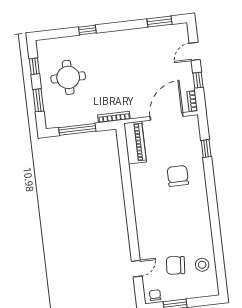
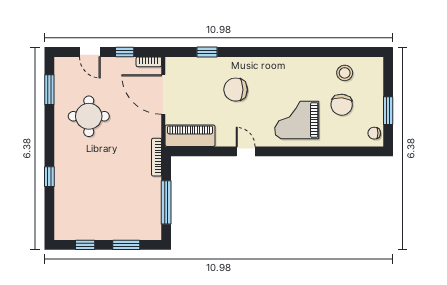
round table: (68, 77) -> (89, 116), moved
grand piano: (158, 230) -> (297, 120), added
door: (137, 269) -> (246, 151), moved

